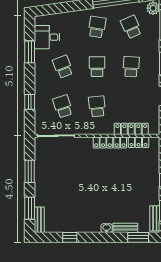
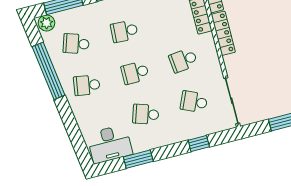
school desk: (131, 27) -> (76, 44), turned 42
desk: (47, 37) -> (110, 144), width x1.37
school desk: (63, 67) -> (146, 114), turned 39
school desk: (63, 106) -> (194, 102), turned 42

